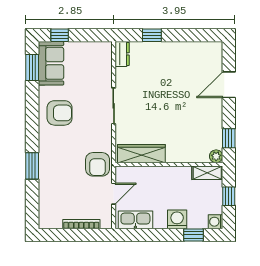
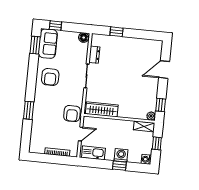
floor lamp: (104, 49) -> (84, 38), added
dresser: (122, 54) -> (94, 55), moved
armchair: (60, 113) -> (50, 77), turned 90
window: (194, 235) -> (119, 166), moved

